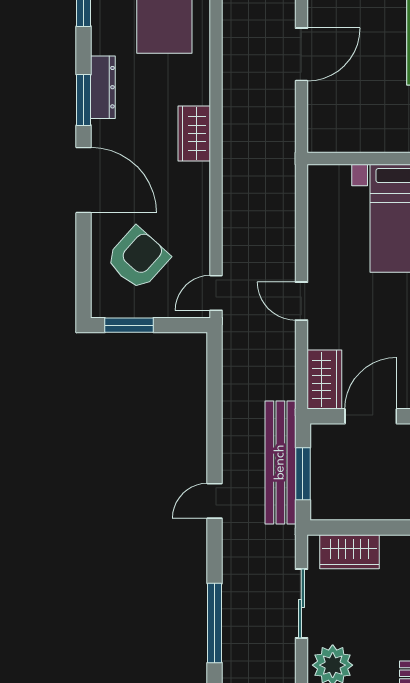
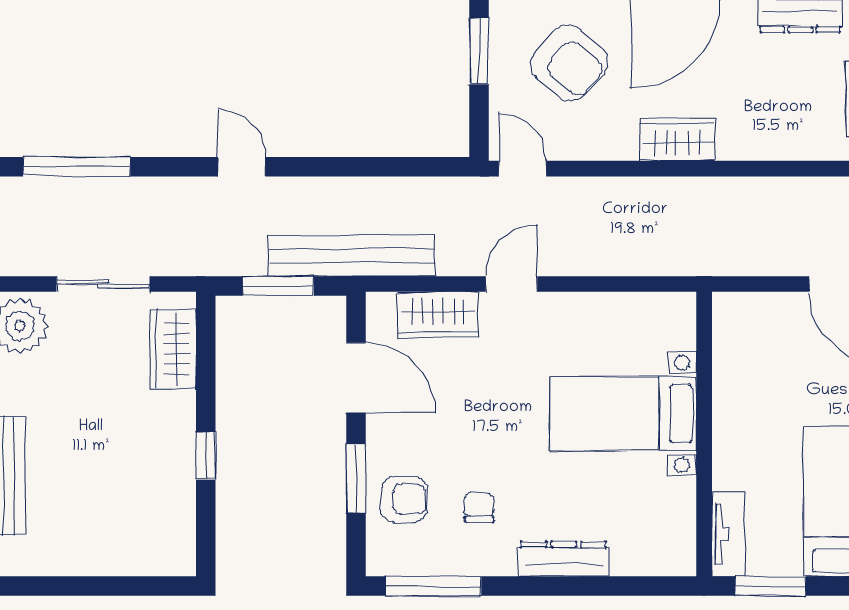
wardrobe: (194, 134) -> (677, 139), moved
wardrobe: (324, 380) -> (438, 315), moved
bench: (280, 462) -> (352, 256), moved

